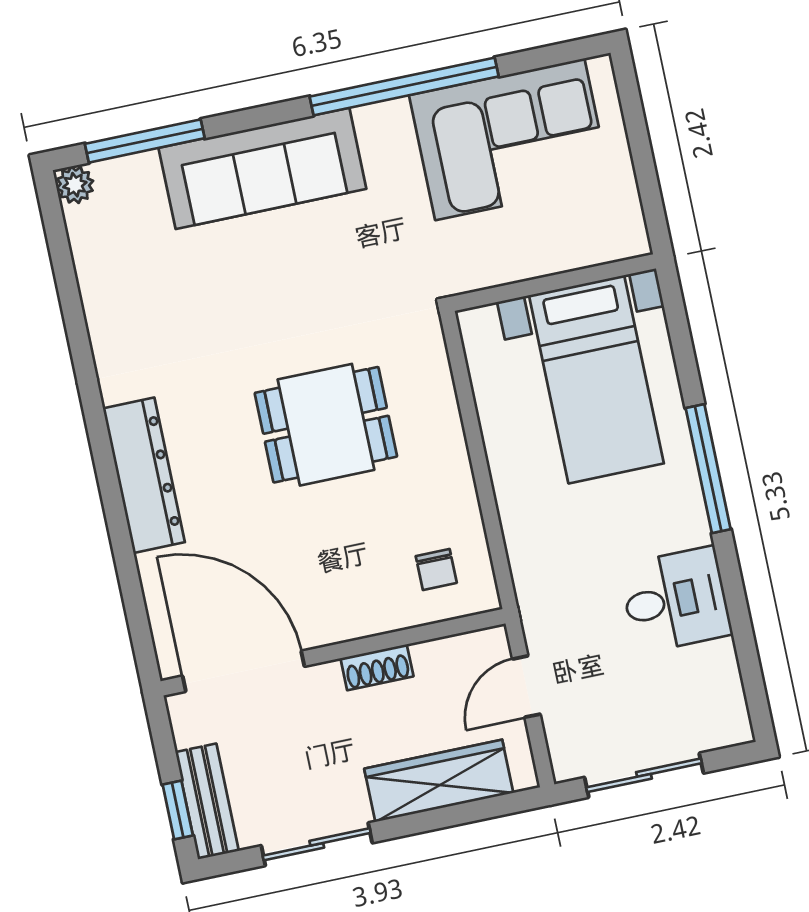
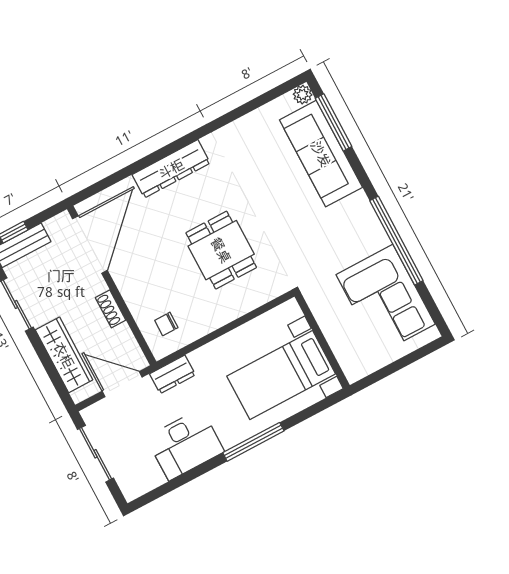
sofa: (262, 168) -> (321, 154), moved
dresser: (535, 585) -> (172, 374), added
desk: (675, 600) -> (185, 444), width x1.37
door: (526, 687) -> (122, 384), width x1.38

